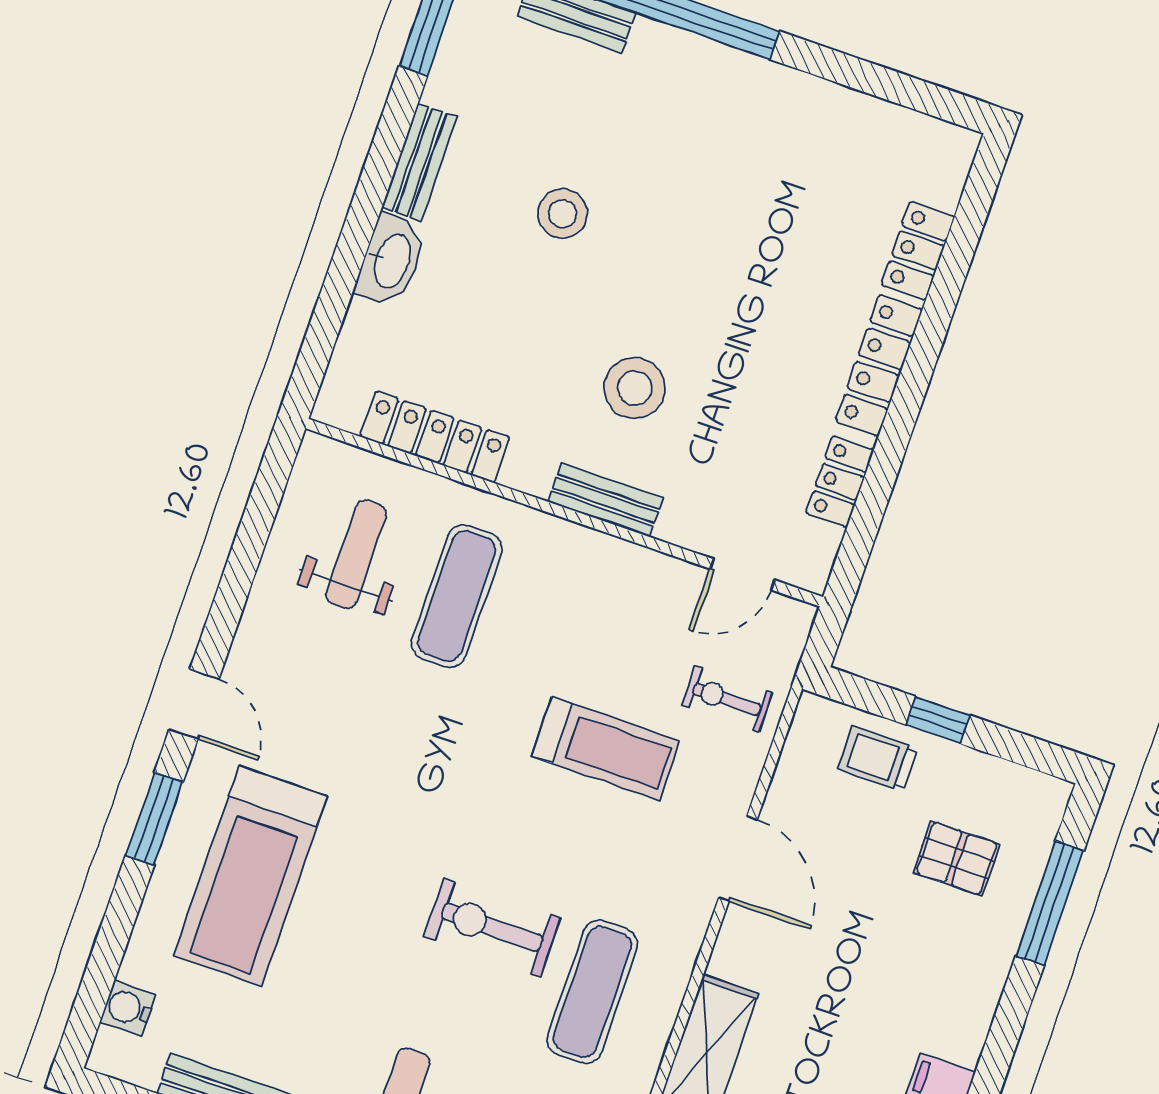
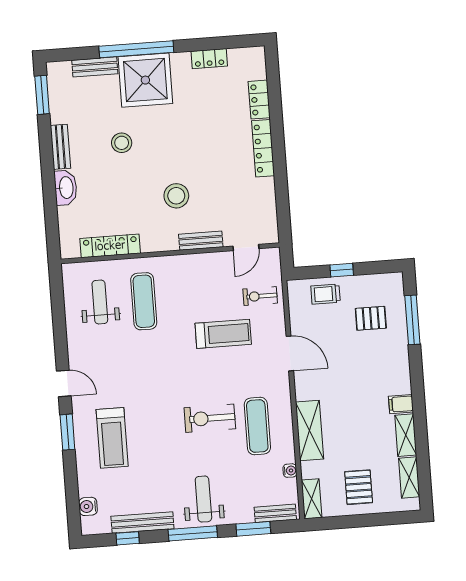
shower: (678, 94) -> (145, 80), added
locker: (840, 482) -> (209, 59), moved, turned -90
bench: (605, 500) -> (201, 241), moved
treadmill: (250, 876) -> (112, 438), width x0.73, depth x0.73

